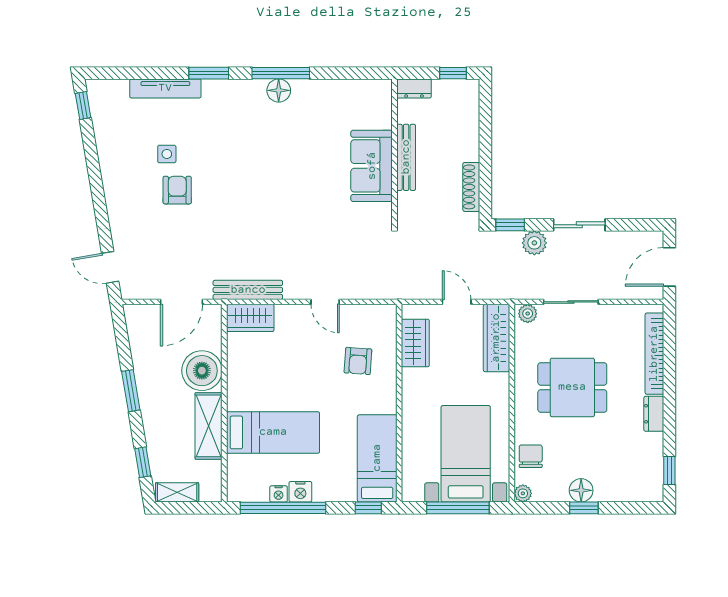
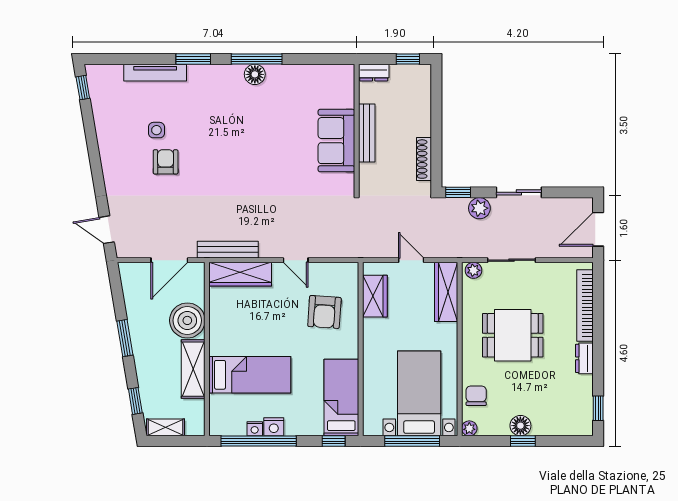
wardrobe: (250, 318) -> (240, 274), width x1.50
armchair: (358, 361) -> (324, 312), width x1.38, depth x1.38

